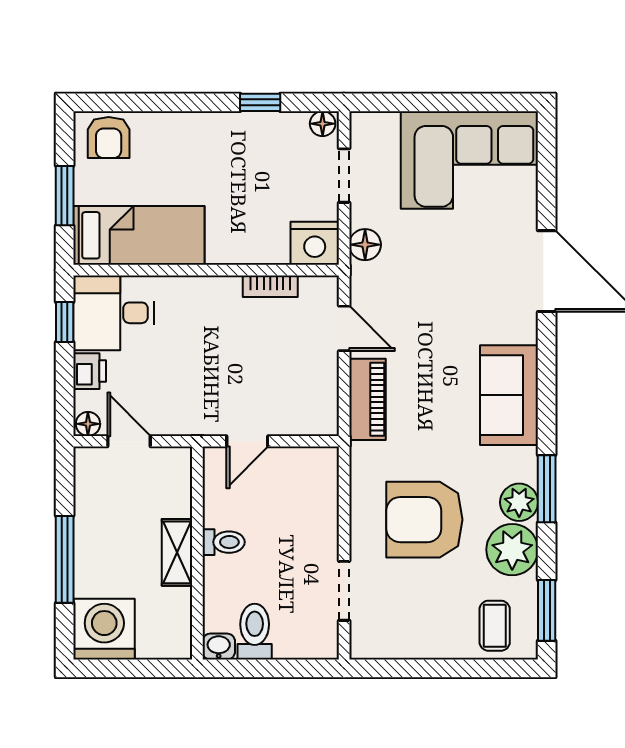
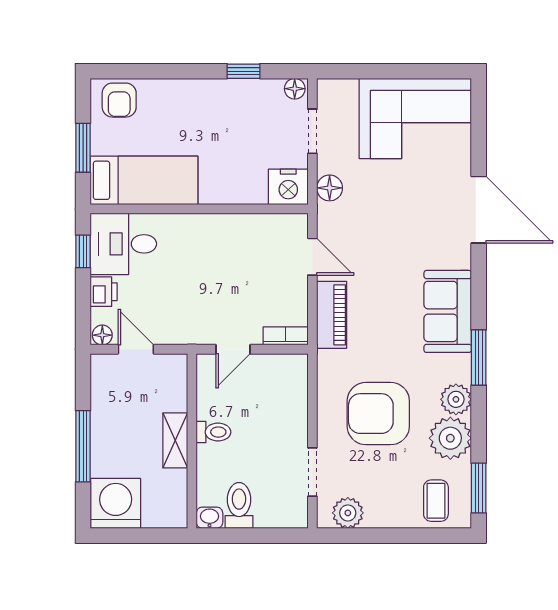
bookcase: (270, 286) -> (286, 336), moved, turned 180
window: (547, 489) -> (479, 358), moved
plant: (387, 641) -> (348, 513), added

